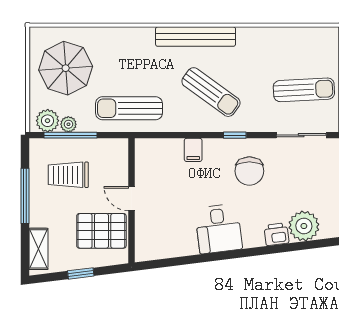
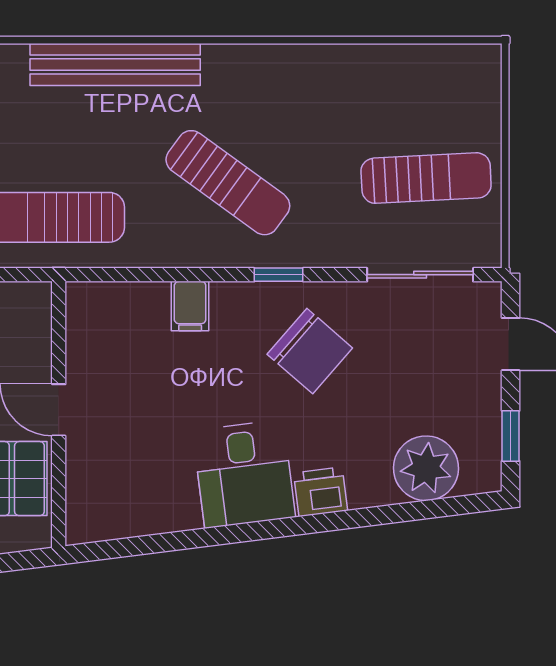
bench: (196, 37) -> (115, 65), moved
chair: (249, 171) -> (310, 351), turned -49
printer: (276, 234) -> (321, 492), moved

